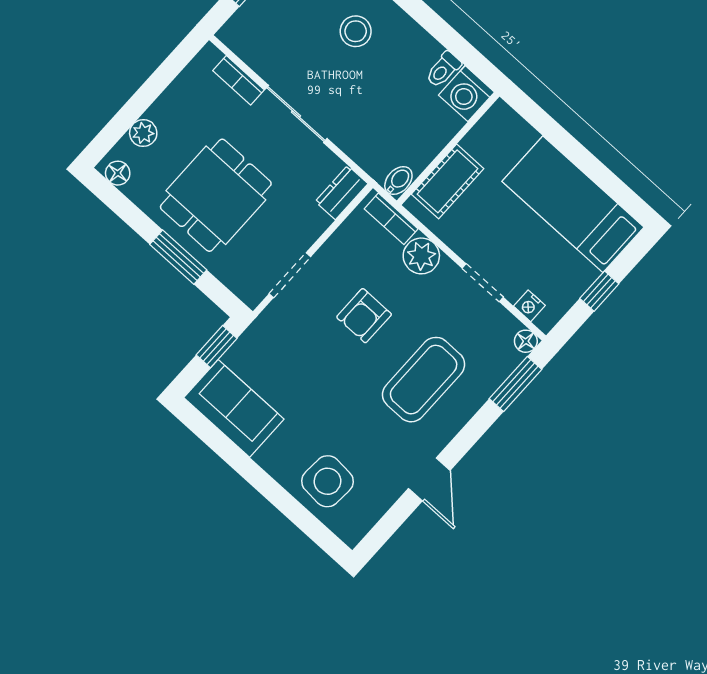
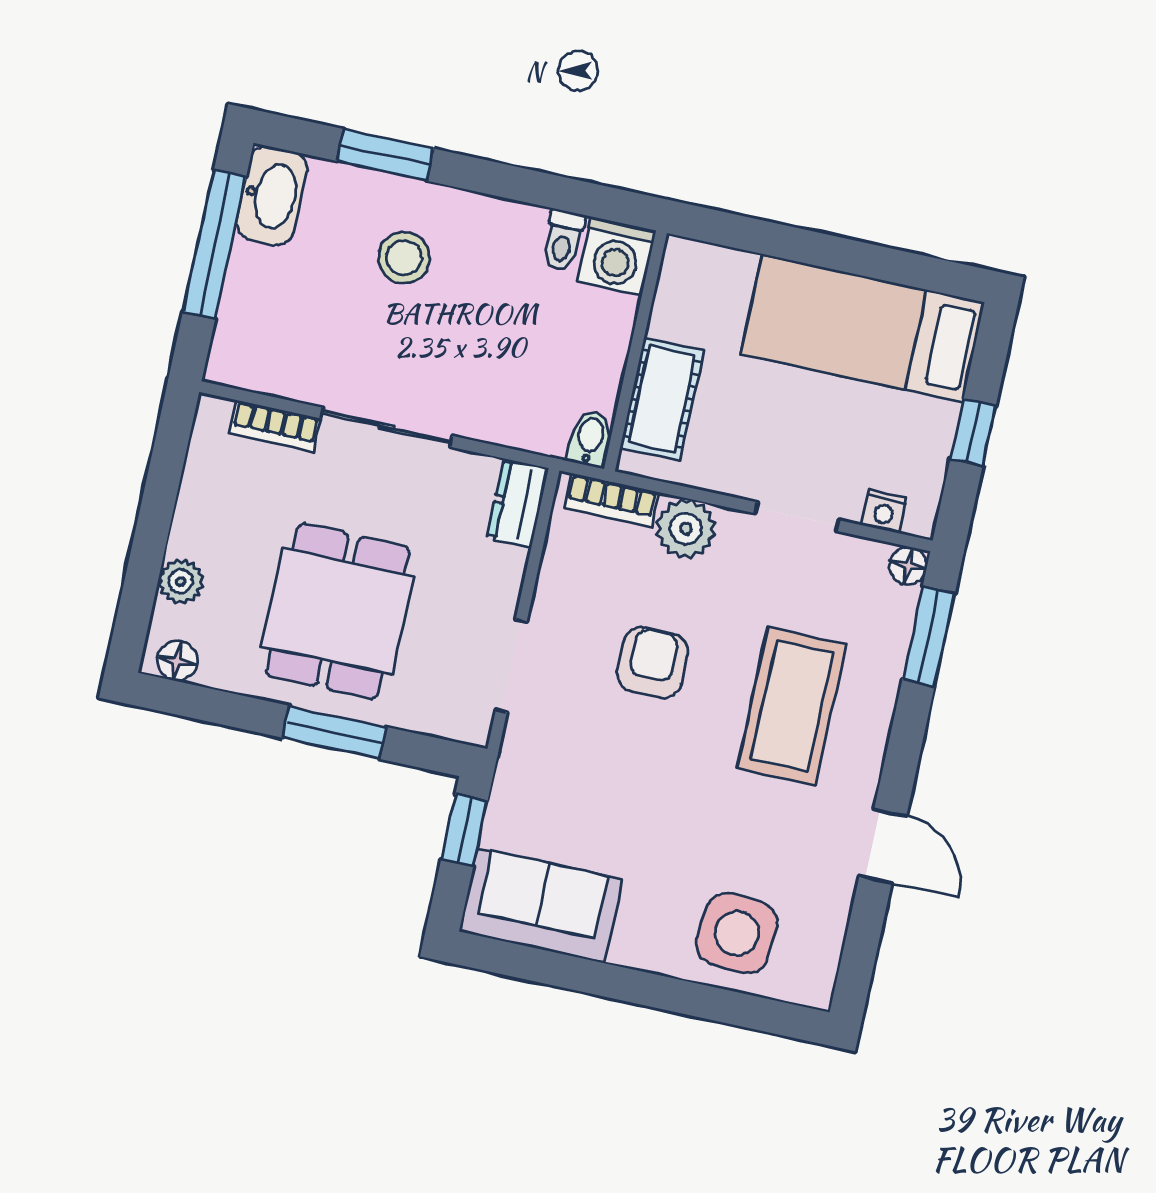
armchair: (364, 316) -> (652, 663), turned 180

